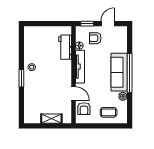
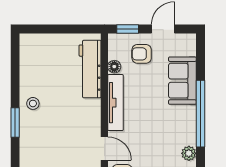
workbench: (65, 47) -> (90, 69), width x1.38
sofa: (119, 72) -> (182, 81), moved, width x0.73

